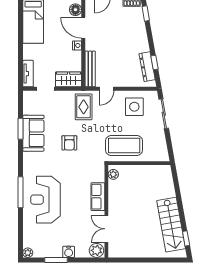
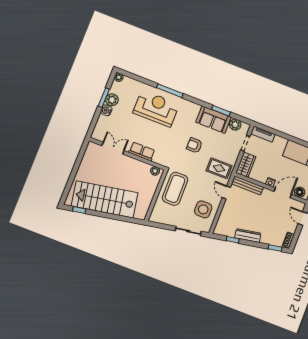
dresser: (147, 67) -> (248, 236), moved
plant: (30, 108) -> (235, 125), added
stairs: (171, 225) -> (105, 199), width x1.36, depth x1.51
plant: (96, 250) -> (112, 100), moved

